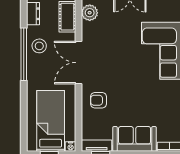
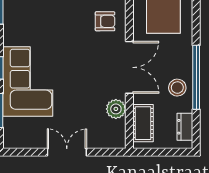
plant: (90, 13) -> (116, 109), moved

